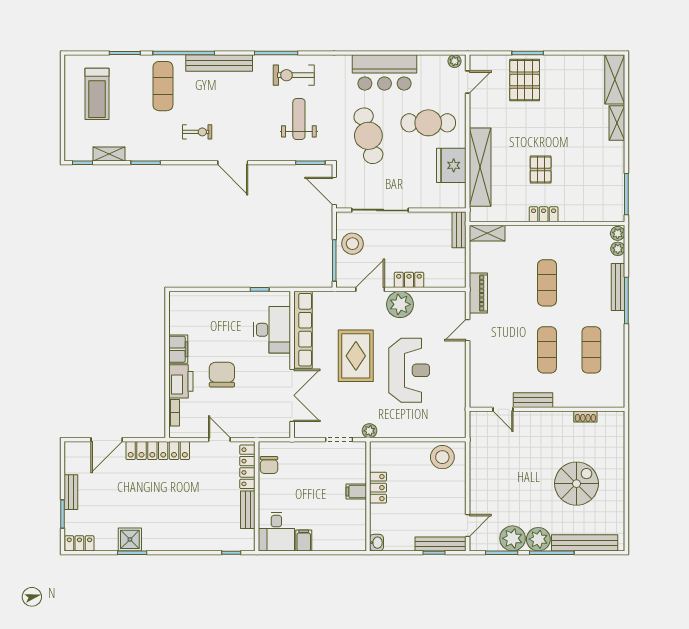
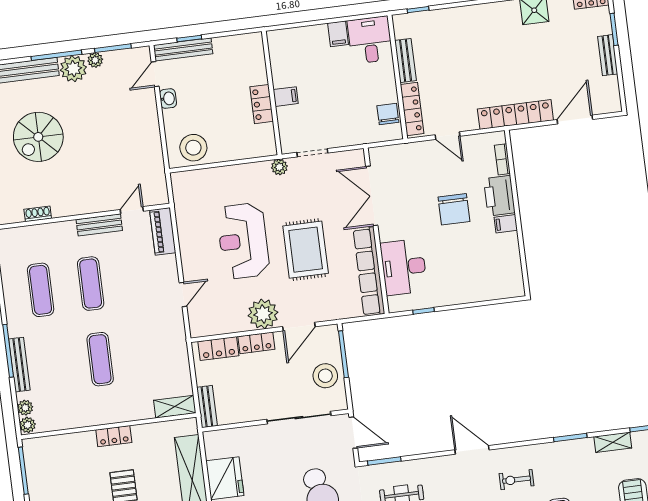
locker: (443, 279) -> (218, 349), added
piano: (478, 293) -> (163, 231), moved
filing cabinet: (178, 349) -> (506, 224), width x0.50
door: (503, 409) -> (132, 210), hinge flipped
plant: (513, 538) -> (95, 60), width x0.53, depth x0.53
washbasin: (377, 543) -> (168, 99), moved, turned 180

